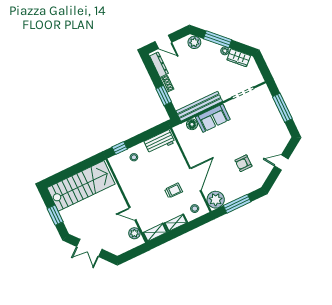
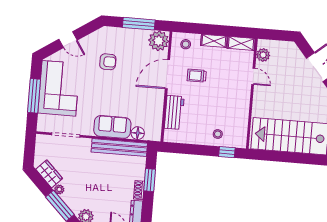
corner sofa: (268, 124) -> (59, 88), added
workbench: (159, 142) -> (174, 112), moved, turned 90

